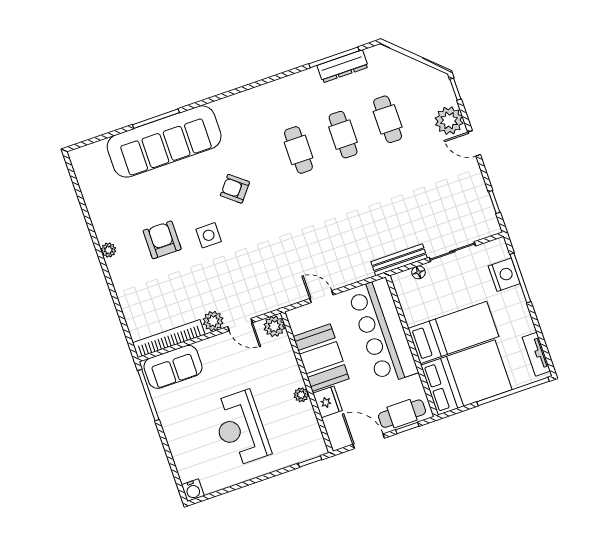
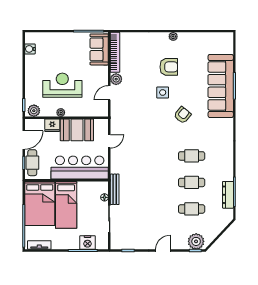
plant: (449, 121) -> (196, 241), moved
plant: (274, 326) -> (34, 111), moved
reception desk: (240, 428) -> (62, 85), moved
water cooler: (193, 490) -> (30, 49), moved

